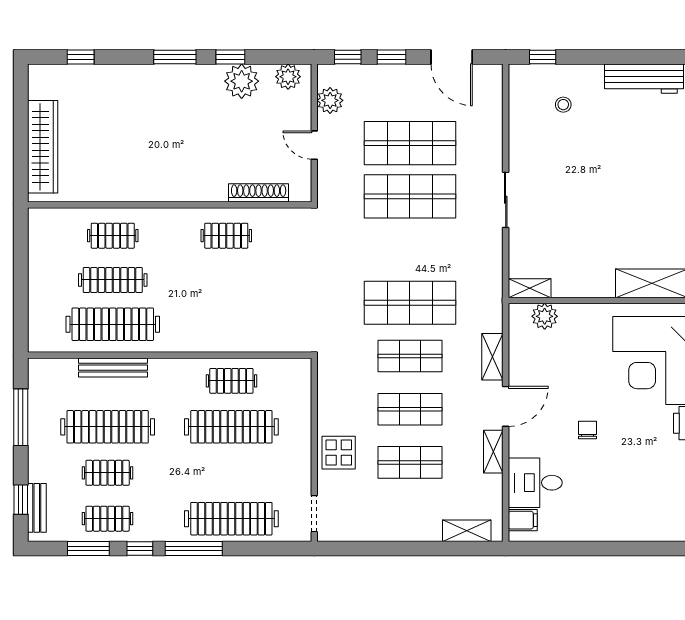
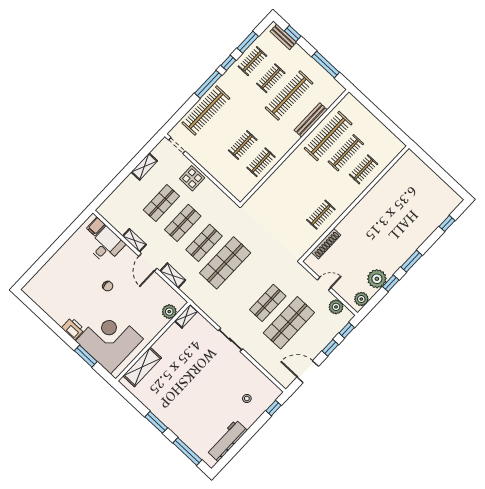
wardrobe: (43, 147) -> (425, 175), removed
shop shelf: (410, 196) -> (268, 303), width x0.70, depth x0.74
clothes rail: (231, 427) -> (243, 145), width x0.54, depth x0.76
shelving: (467, 531) -> (144, 167), moved

